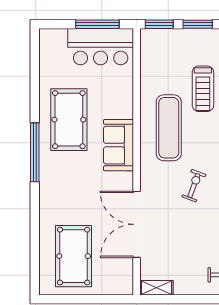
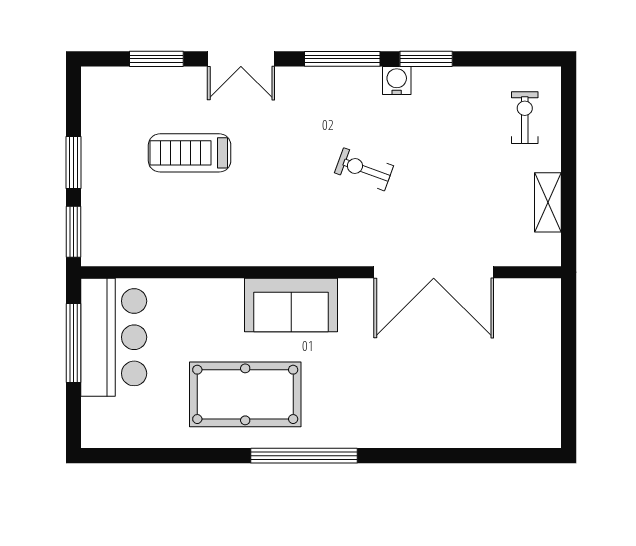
treadmill: (203, 89) -> (190, 153), turned 180
exercise mat: (169, 128) -> (260, 215), removed
pool table: (74, 256) -> (491, 386), removed
shelving: (156, 288) -> (548, 202), moved

